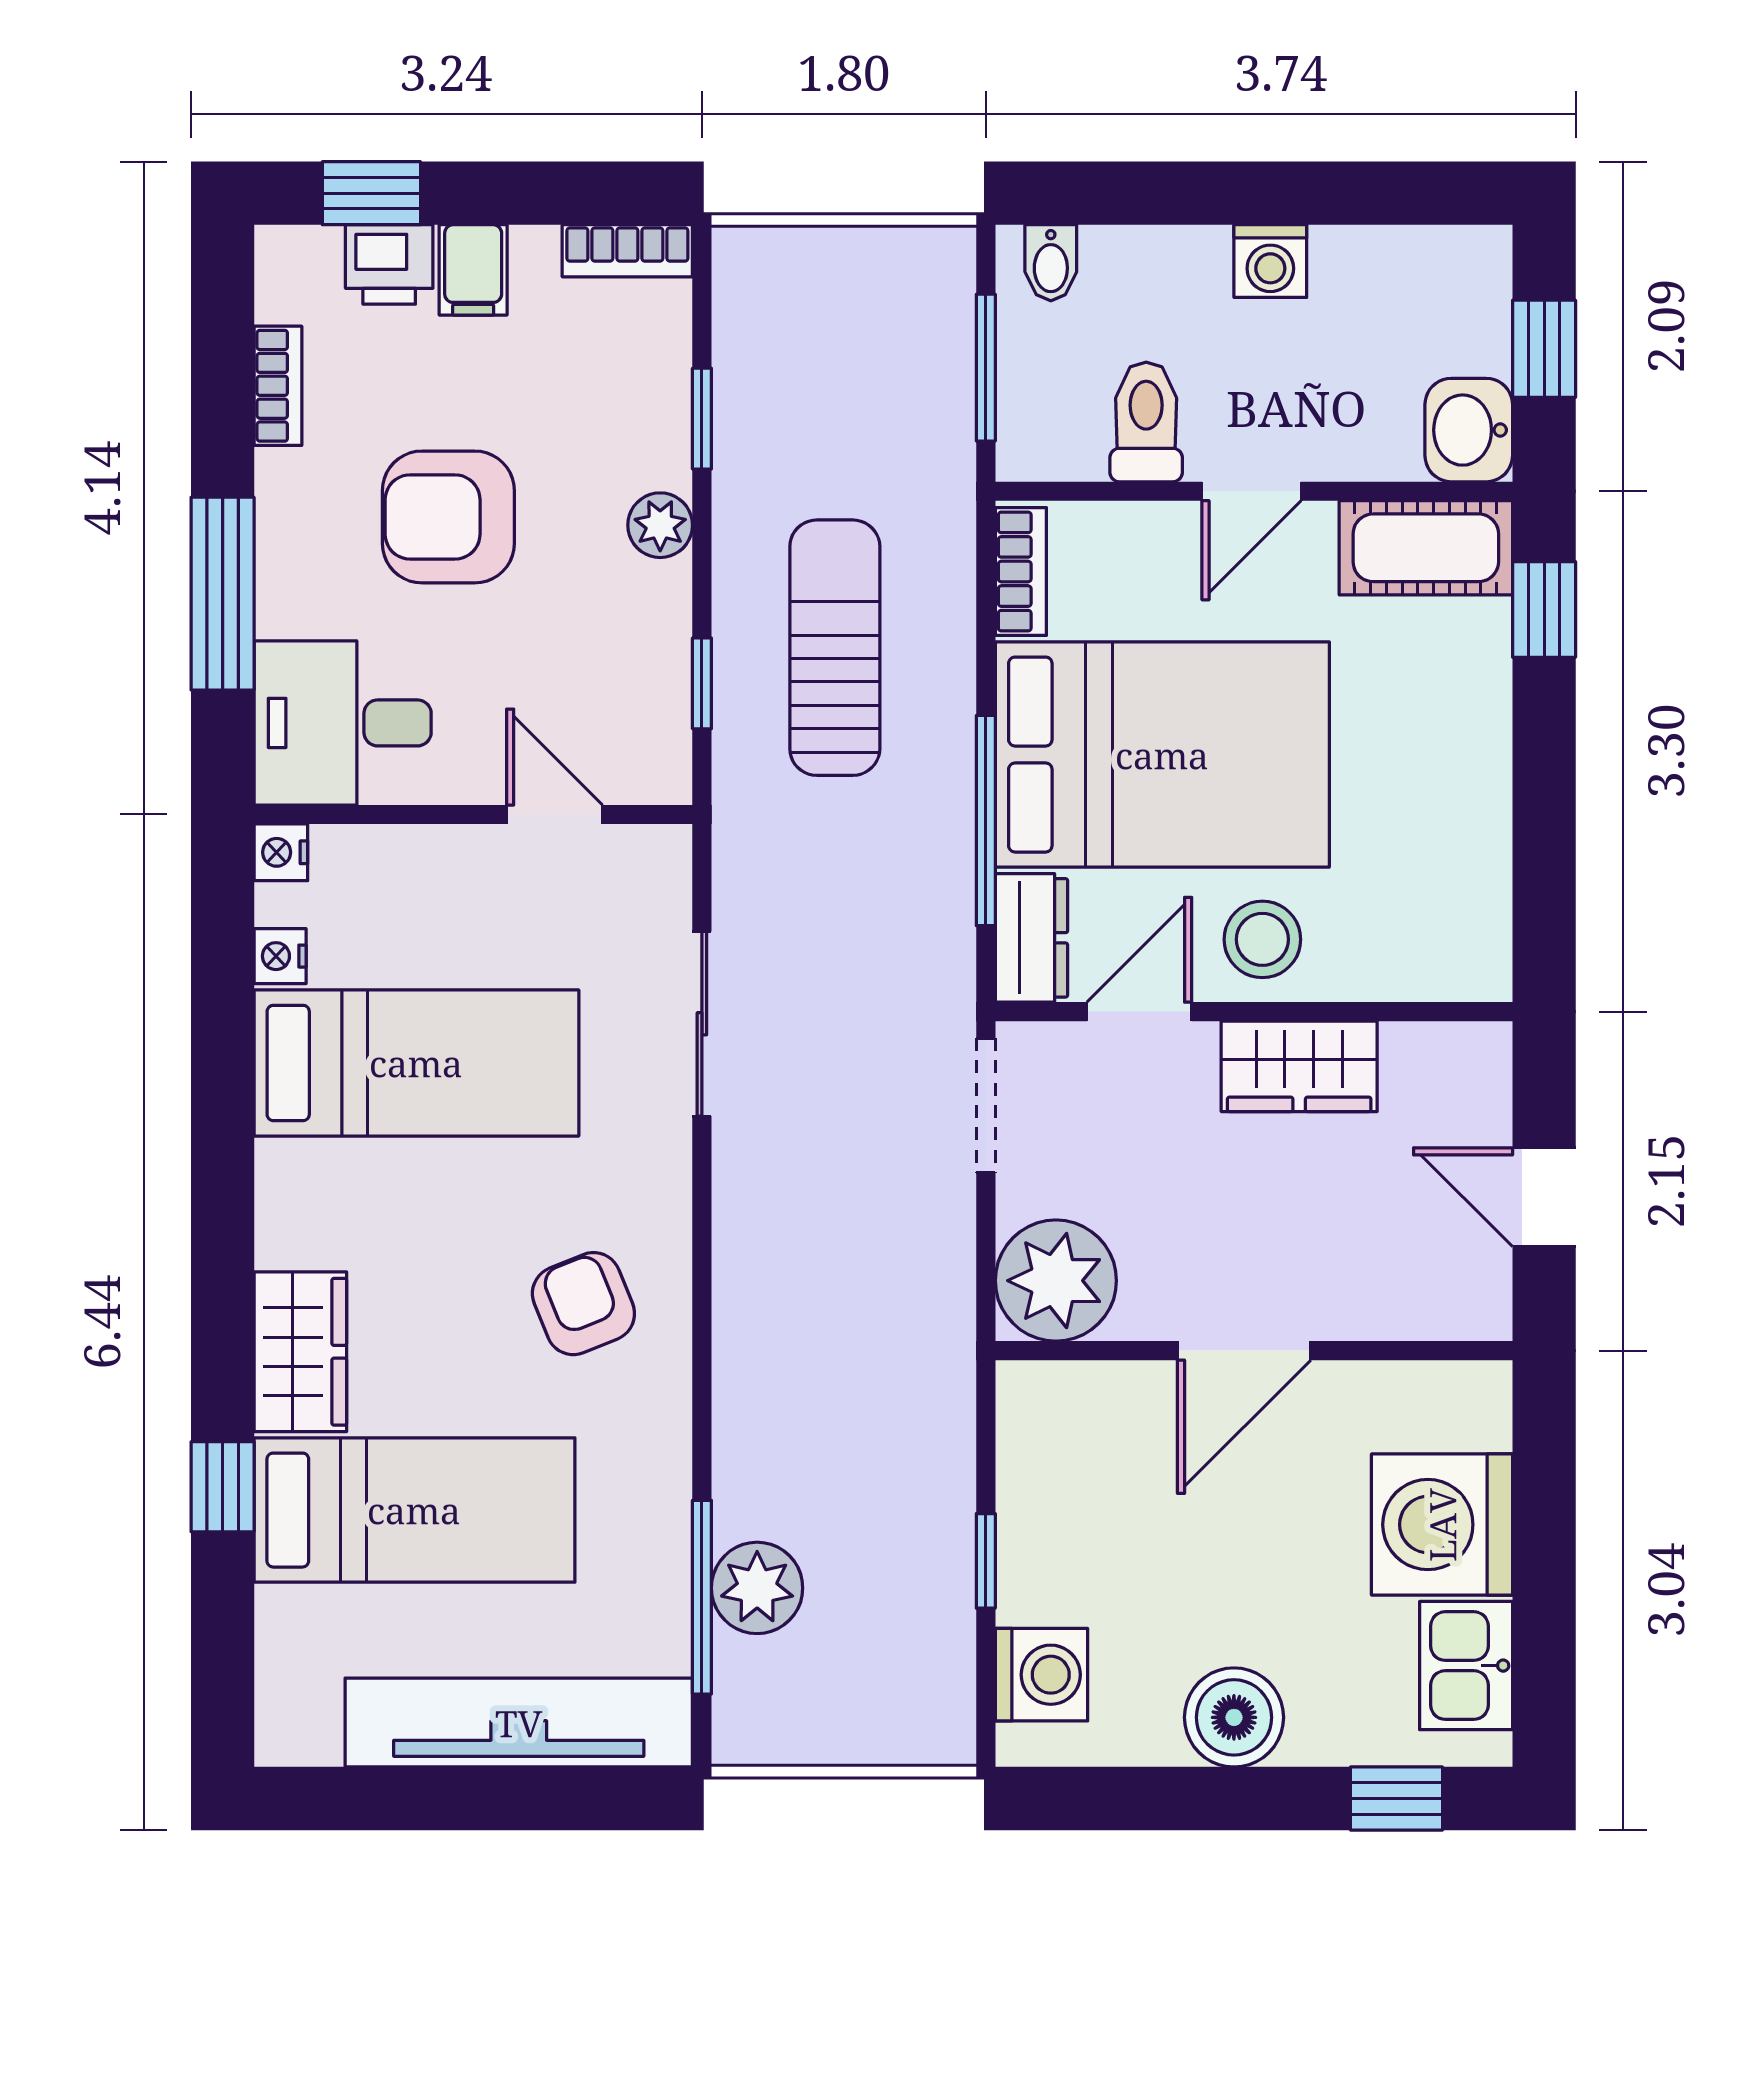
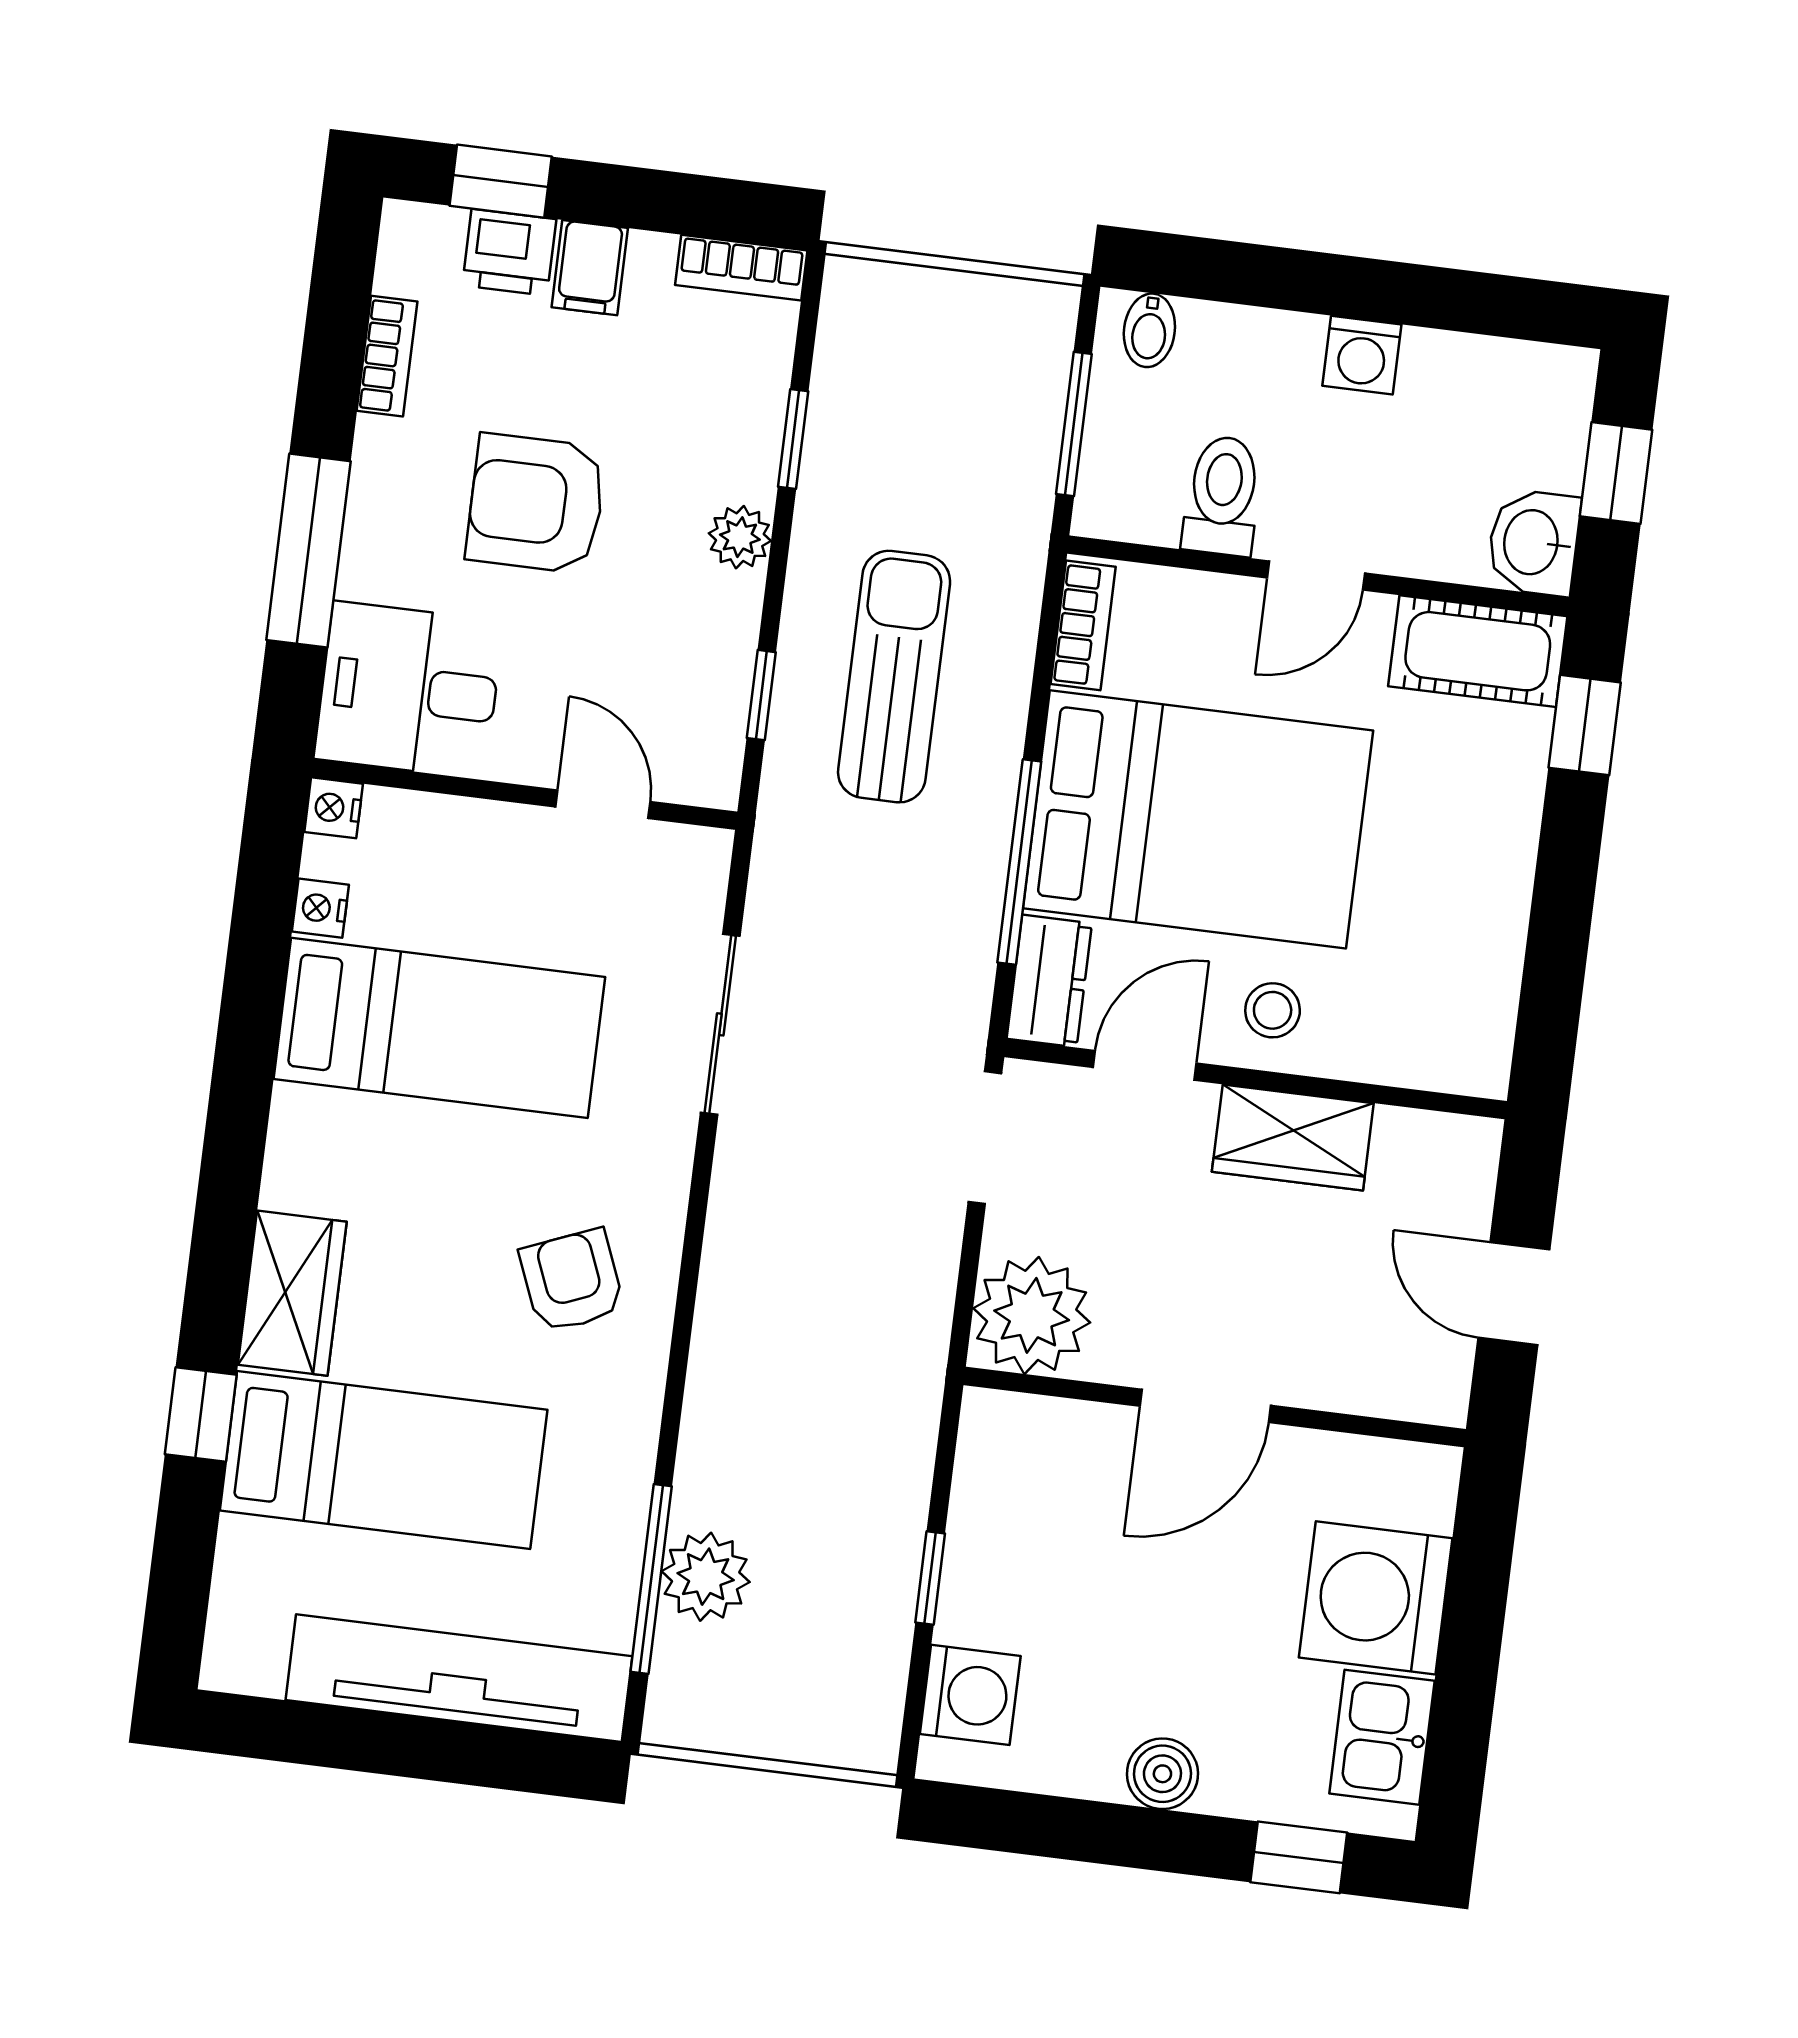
stool: (1262, 939) -> (1273, 1010), width x0.73, depth x0.73
boiler: (1234, 1717) -> (1162, 1774), width x0.73, depth x0.73

